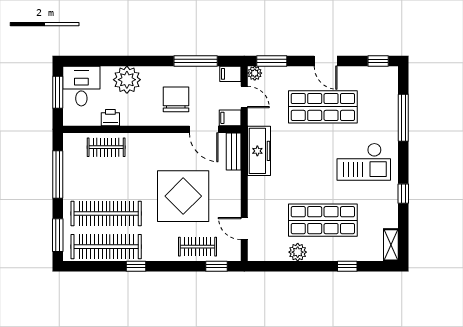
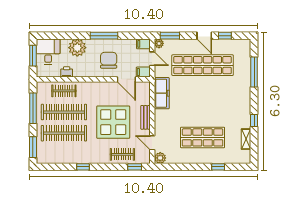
window: (196, 61) -> (104, 36), moved
window: (378, 61) -> (225, 36), moved
shop shelf: (323, 107) -> (203, 65), width x1.40
bench: (234, 151) -> (145, 117), moved
checkout: (364, 162) -> (229, 100), removed
shelving: (391, 245) -> (246, 139), moved
clothes rail: (106, 247) -> (64, 112), moved
plant: (298, 252) -> (160, 158), moved

